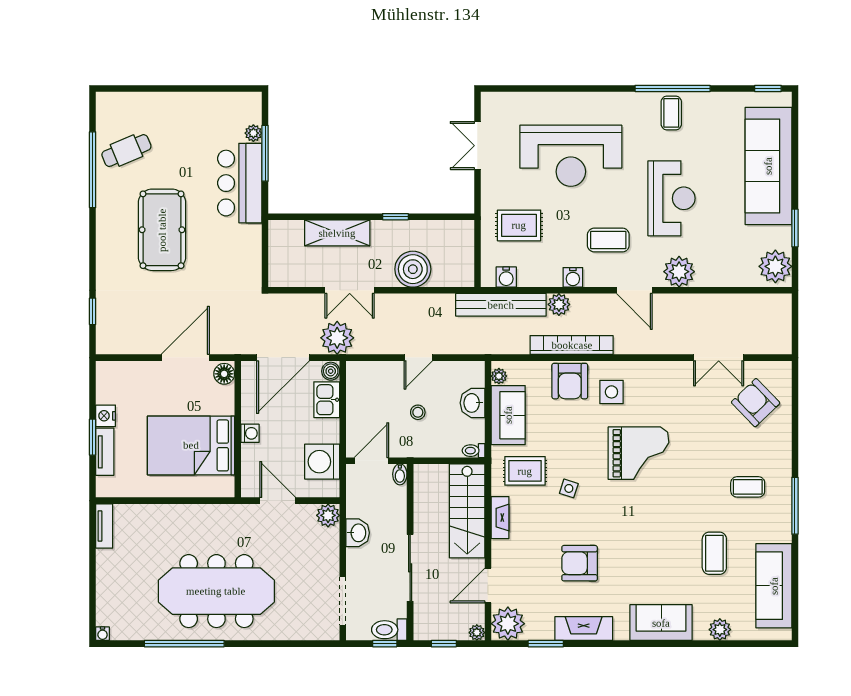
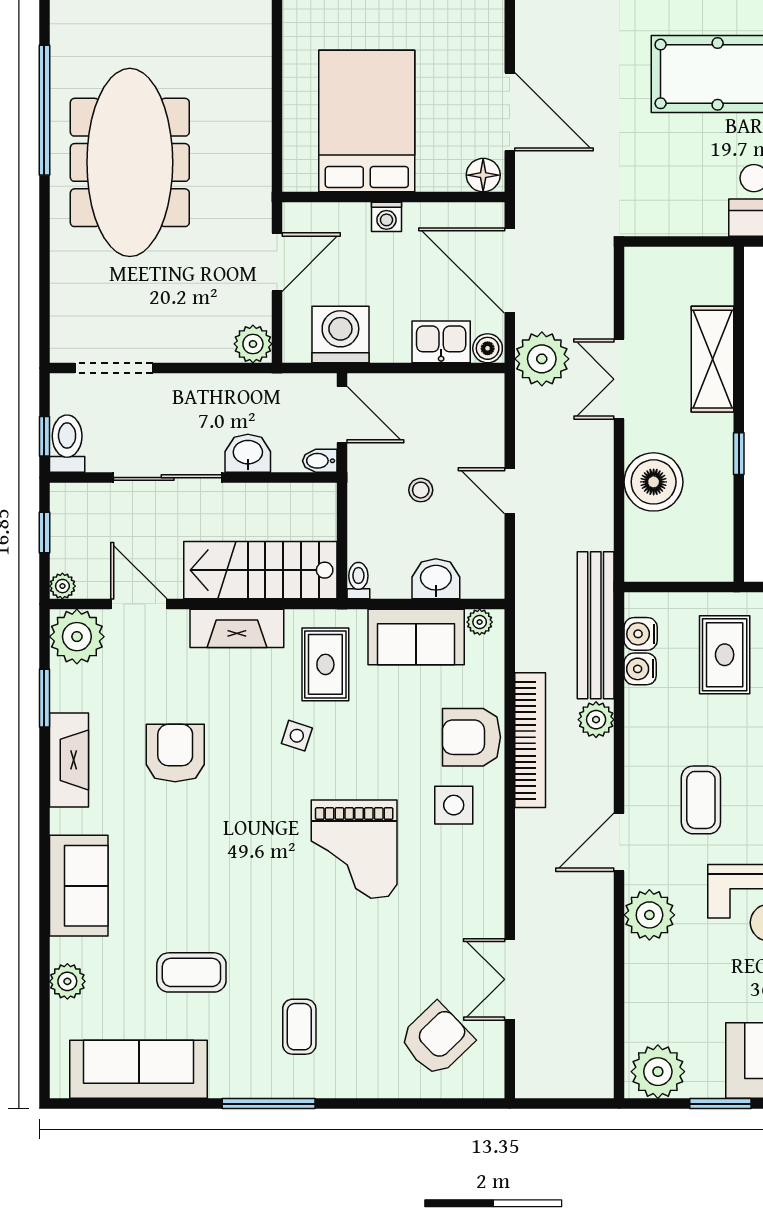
water cooler: (573, 277) -> (640, 669), moved
fireplace: (500, 518) -> (237, 628), width x1.37, depth x1.32
washbasin: (358, 533) -> (248, 453), moved, turned 180

